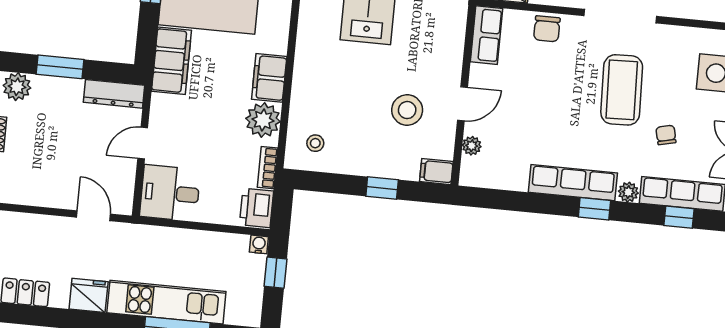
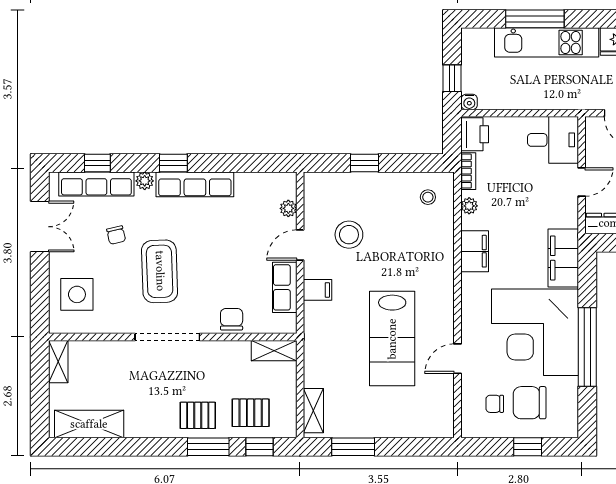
row of seats: (487, 35) -> (285, 287), moved
plant: (263, 120) -> (469, 206), width x0.53, depth x0.53
filing cabinet: (436, 172) -> (318, 290), moved

